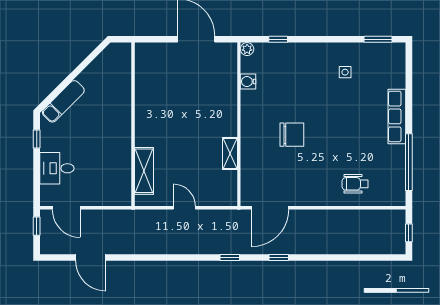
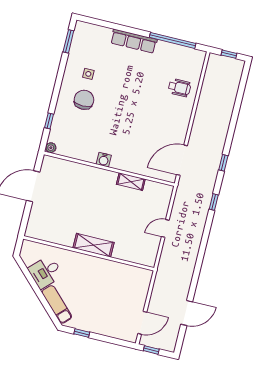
water cooler: (248, 81) -> (104, 160), moved
chair: (292, 135) -> (84, 100), moved
desk: (57, 168) -> (45, 272), moved, turned 45
shelving: (144, 171) -> (94, 245), moved
wheelchair: (355, 184) -> (179, 88), turned -90
door: (270, 208) -> (182, 160), swing flipped

